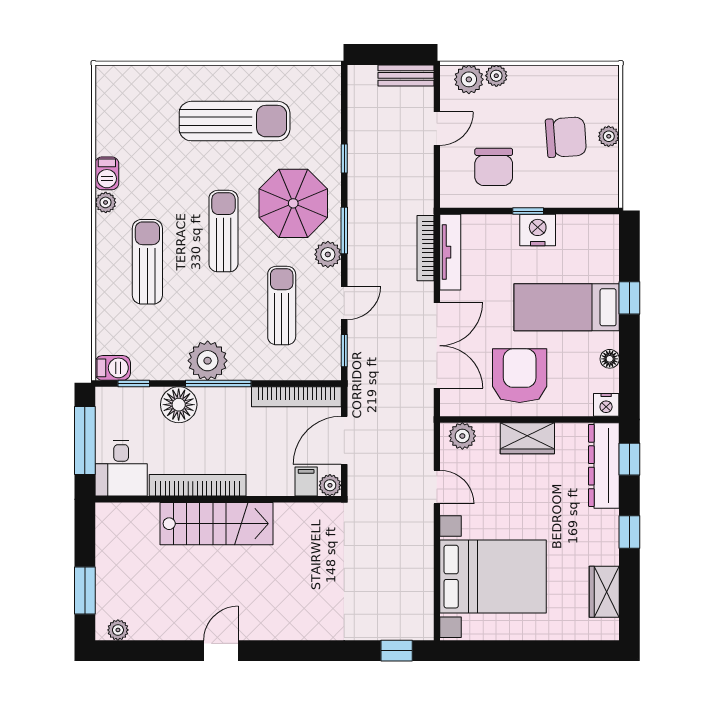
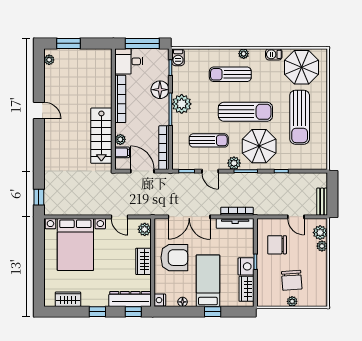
parasol: (133, 117) -> (302, 67), added
plant: (106, 202) -> (244, 54), moved
wardrobe: (583, 229) -> (246, 289), added
sun lounger: (223, 231) -> (245, 112), width x1.36, depth x1.34
sun lounger: (147, 262) -> (230, 74), turned 180
plant: (330, 485) -> (120, 139), moved
door: (437, 487) -> (119, 217), hinge flipped
stairs: (217, 524) -> (101, 136), moved

